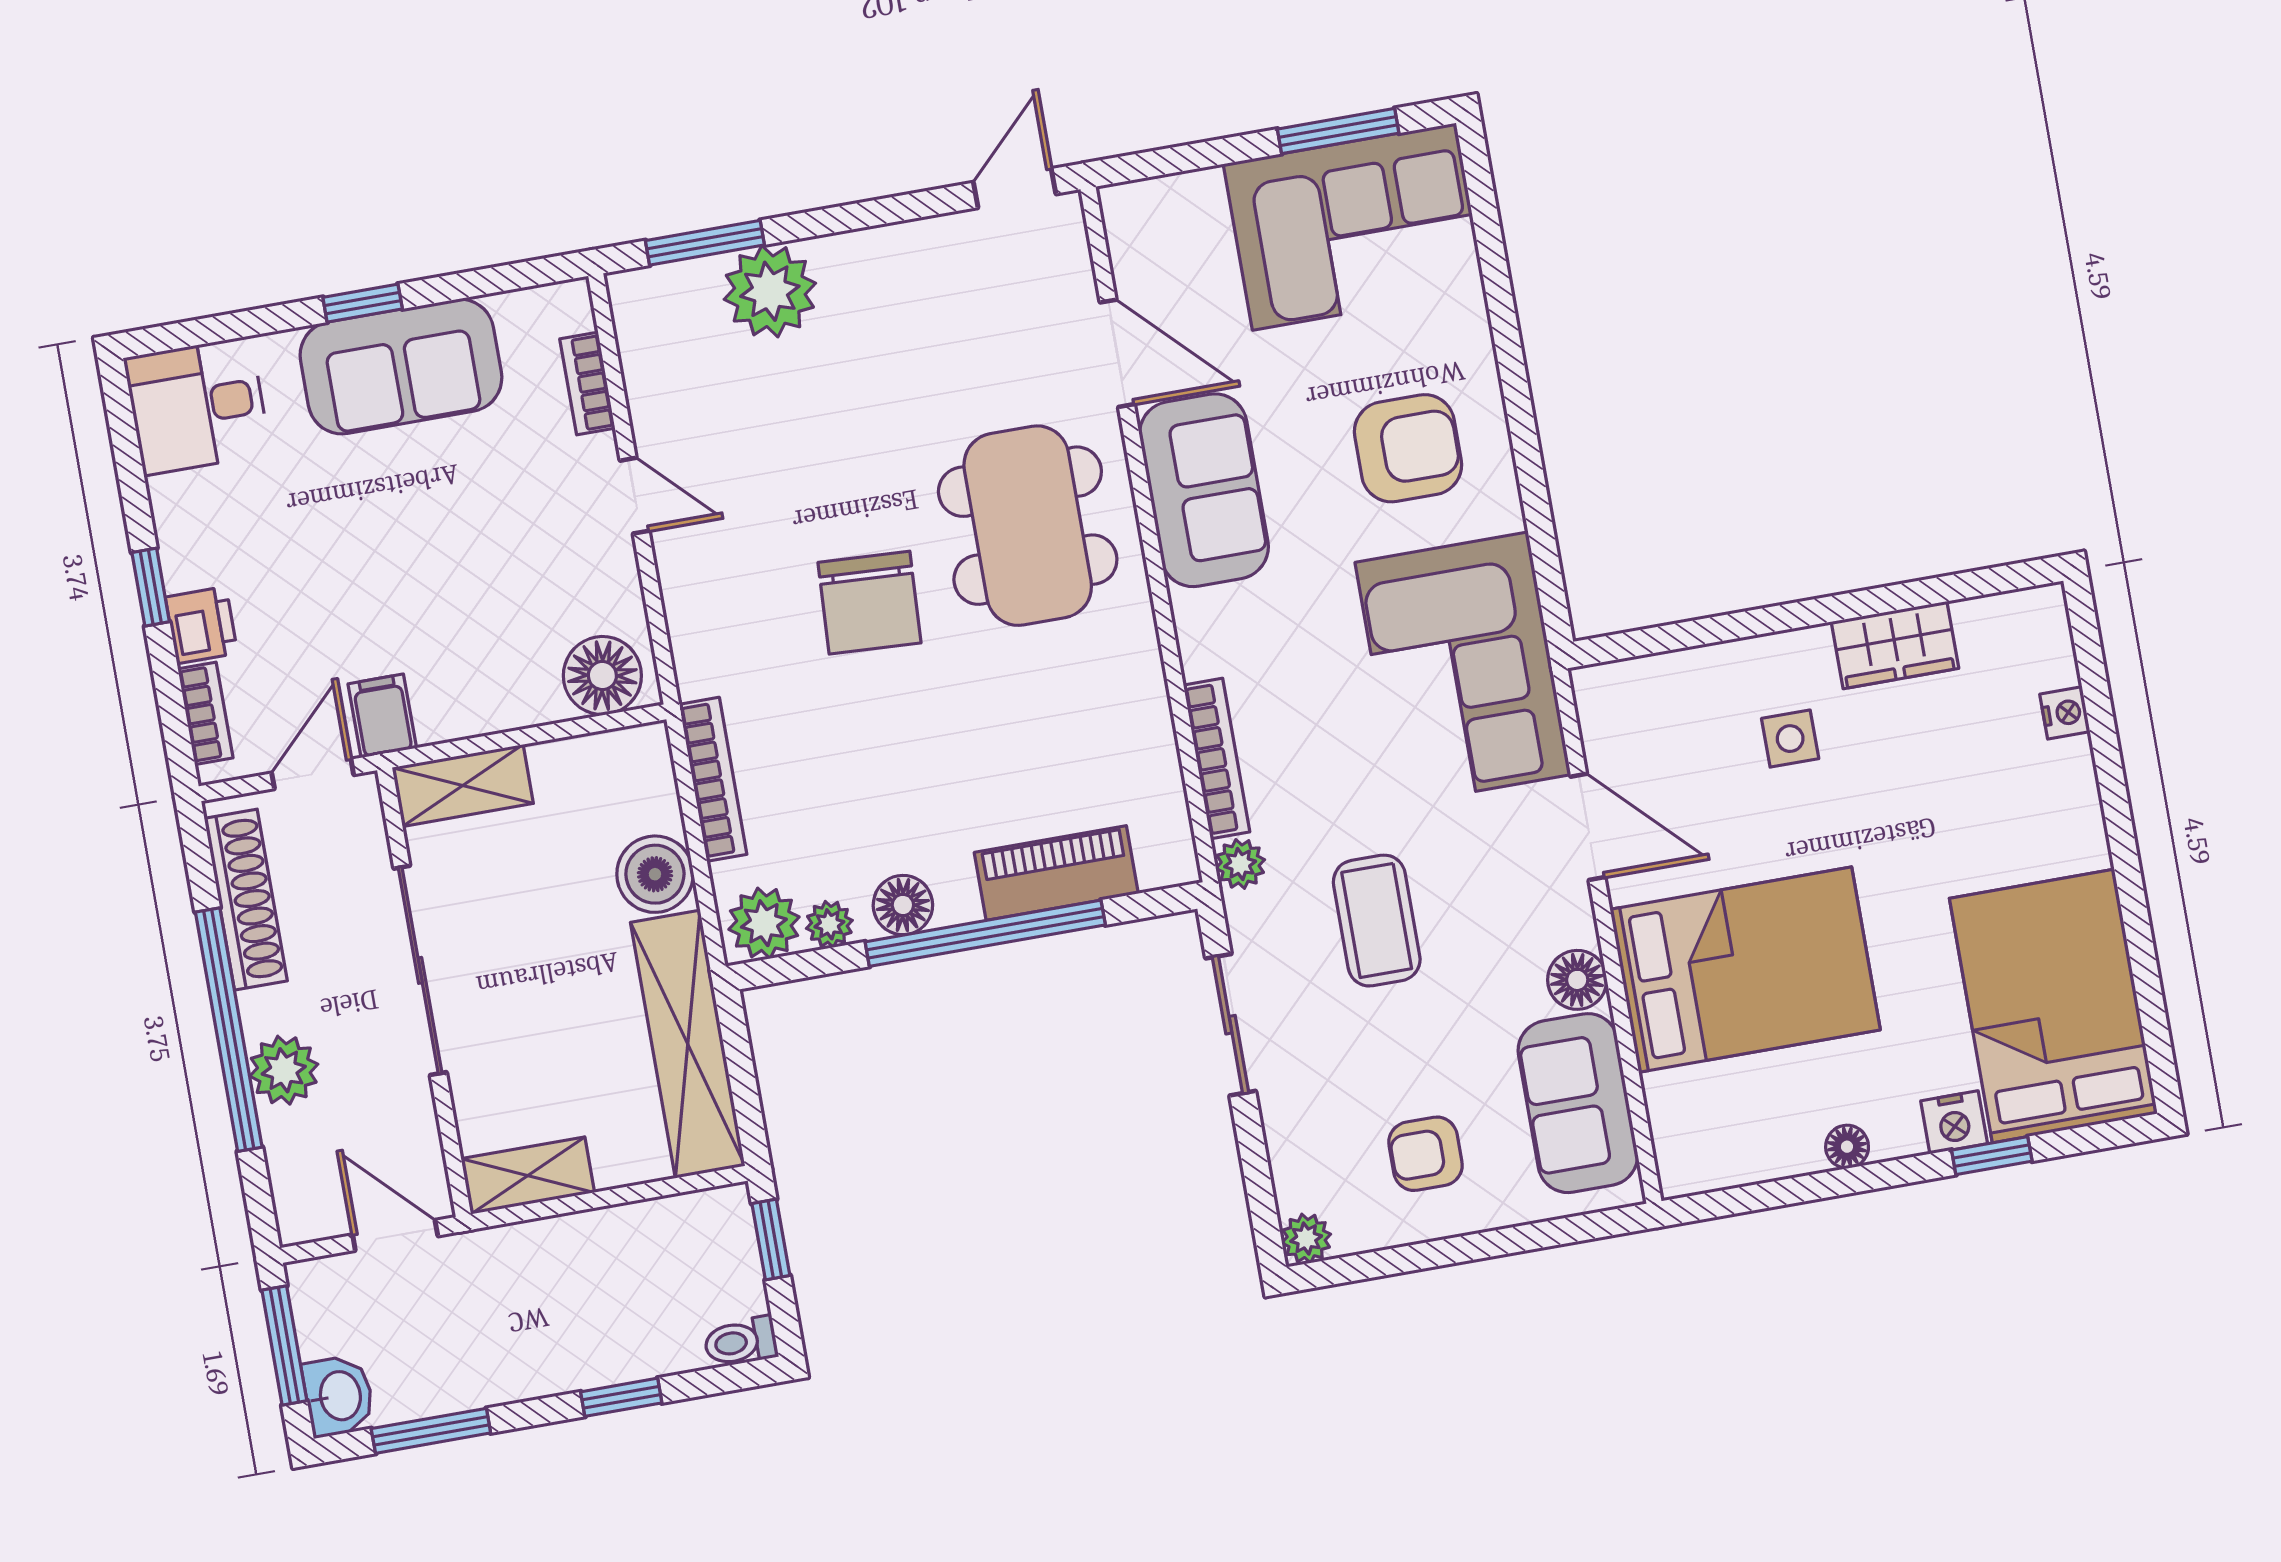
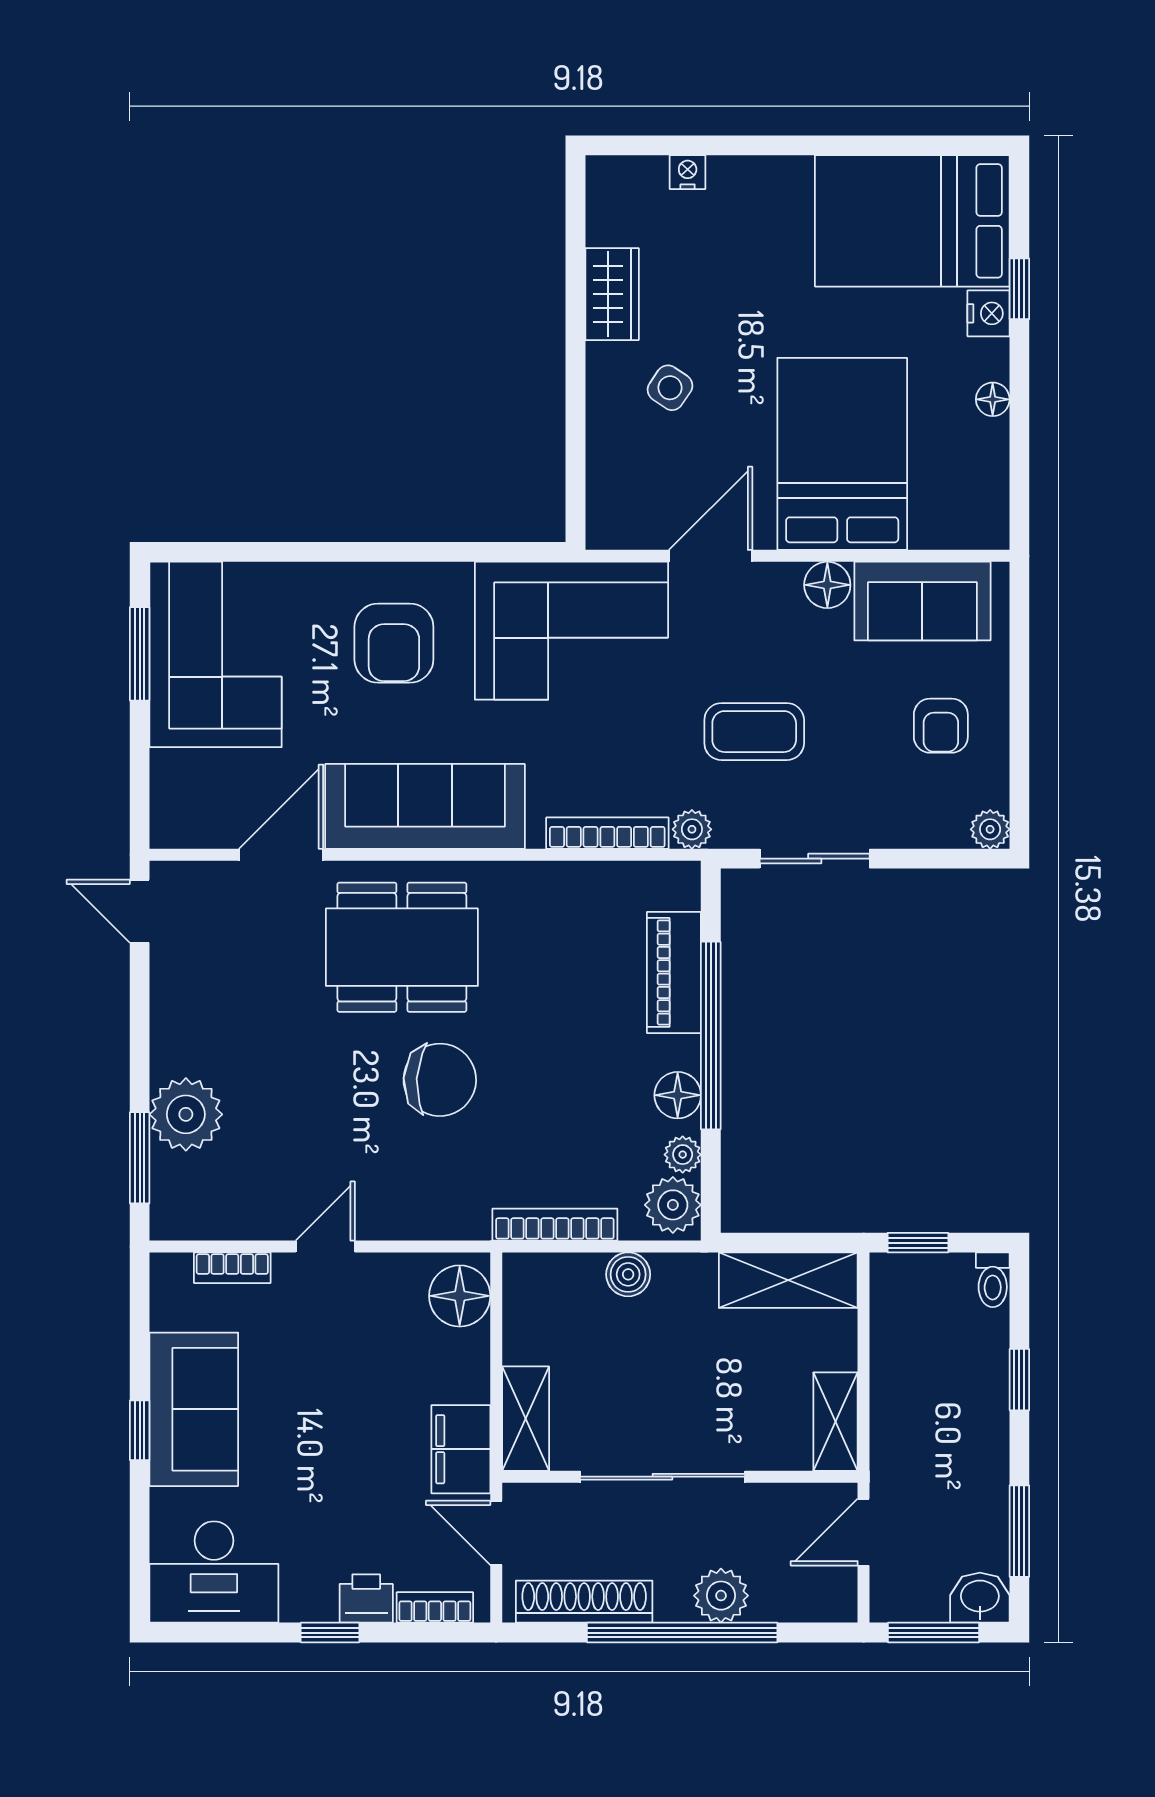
desk: (197, 406) -> (214, 1572), width x1.37
armchair: (1408, 448) -> (394, 643), turned 180
sofa: (1204, 490) -> (425, 806), width x1.36
filing cabinet: (382, 716) -> (461, 1449), width x2.00
side table: (1790, 739) -> (670, 388), turned 34
boiler: (655, 874) -> (628, 1274), width x0.73, depth x0.73
shelving: (688, 1044) -> (788, 1280), width x0.68

